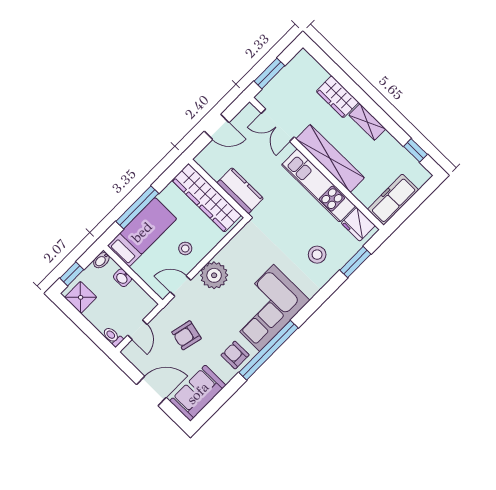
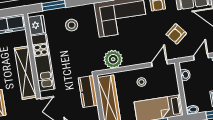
plant: (214, 275) -> (113, 59), moved
washbasin: (122, 278) -> (185, 75), moved
door: (180, 286) -> (159, 63), swing flipped
armchair: (186, 335) -> (176, 34), turned 128

